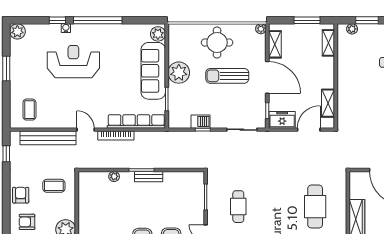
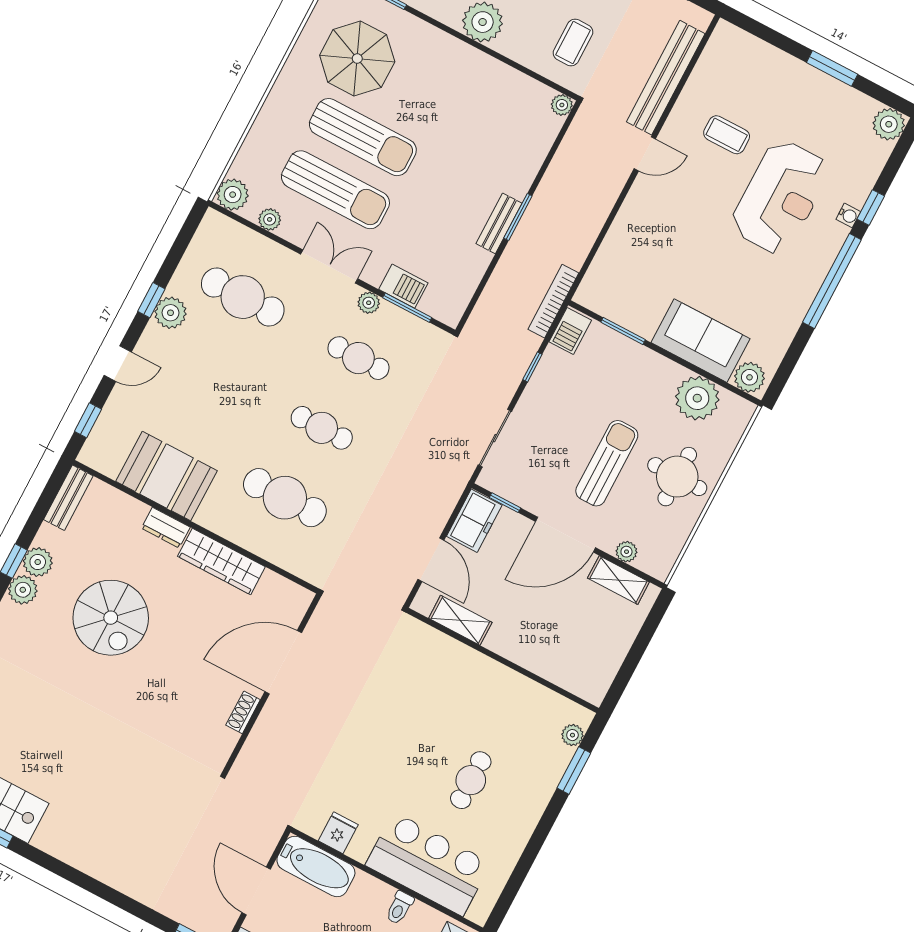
window: (307, 20) -> (631, 661), removed
plant: (261, 29) -> (626, 552), moved
shelving: (328, 43) -> (570, 679), removed
sofa: (153, 71) -> (701, 341), width x0.73
plant: (179, 73) -> (697, 398), moved
coffee table: (29, 110) -> (727, 135), moved
row of seats: (136, 121) -> (611, 254), removed
barbecue: (200, 122) -> (570, 331), moved
bookcase: (116, 136) -> (553, 301), moved
plant: (114, 176) -> (562, 105), moved
barbecue: (197, 204) -> (403, 286), added
cafe table: (277, 207) -> (322, 428), added
plant: (212, 215) -> (369, 303), added

